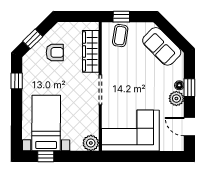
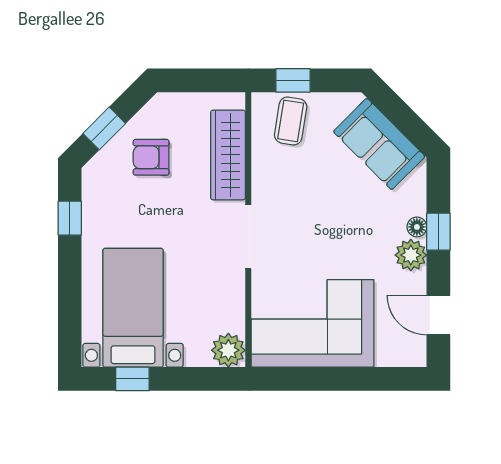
armchair: (55, 52) -> (151, 157), turned 180

